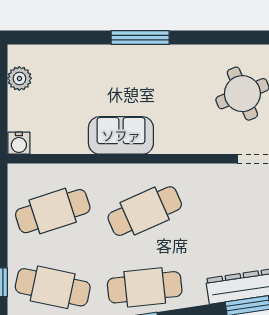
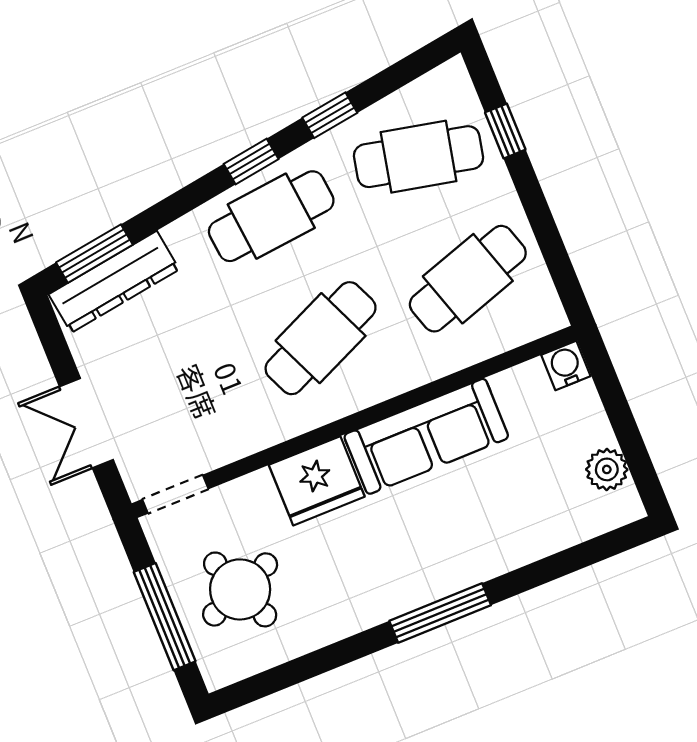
sofa: (121, 135) -> (426, 436), width x1.36
fridge: (178, 135) -> (317, 481), added

